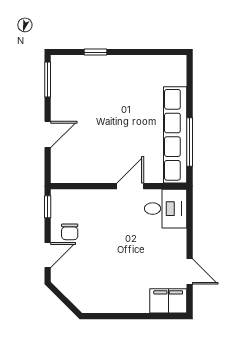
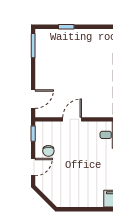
door: (48, 135) -> (33, 99), moved
door: (130, 186) -> (72, 119), moved

